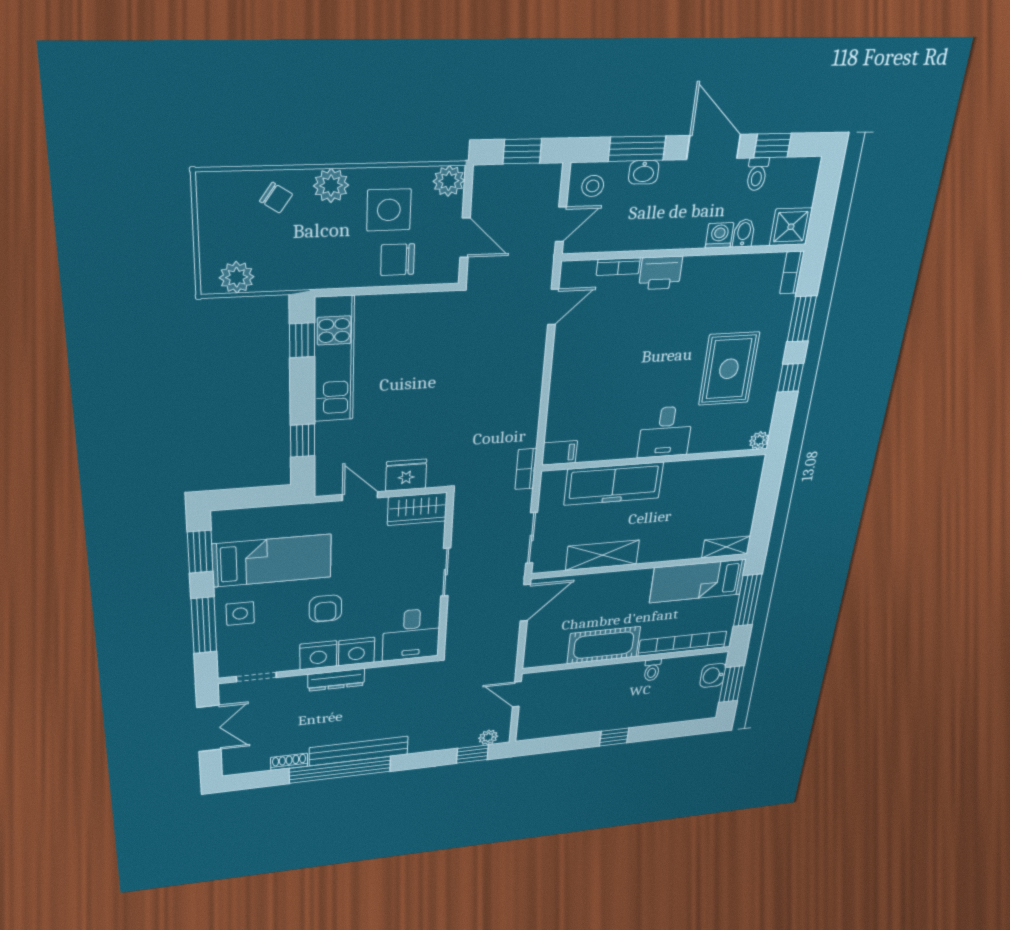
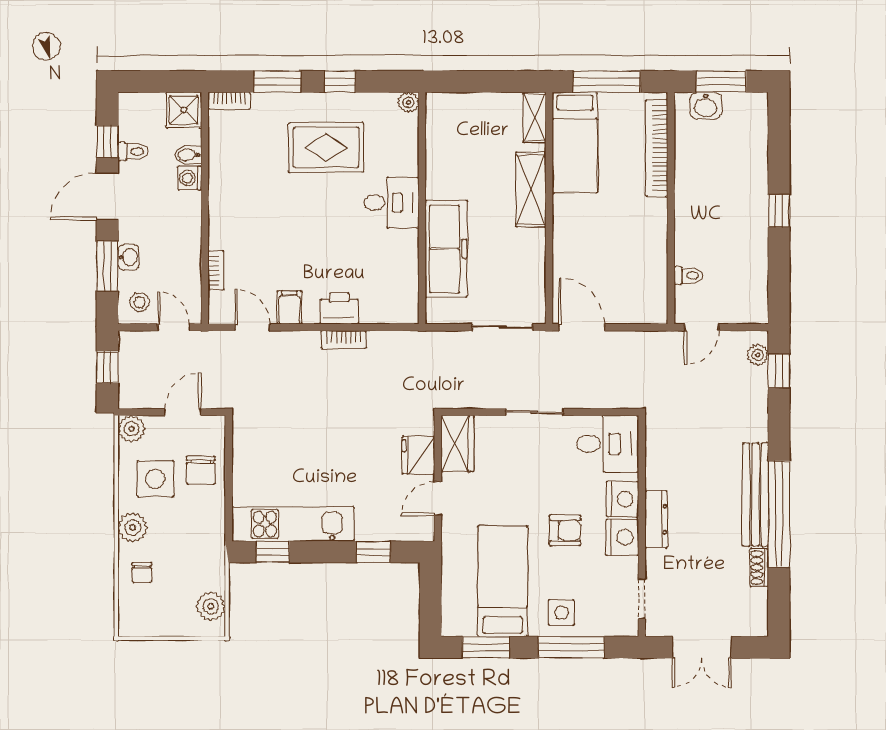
chair: (276, 198) -> (142, 573), turned 146
printer: (661, 273) -> (339, 308), moved, turned -90
filing cabinet: (560, 453) -> (289, 307), moved
bookcase: (526, 469) -> (343, 339), moved
shelving: (602, 555) -> (531, 189), moved
cot: (604, 645) -> (647, 237), removed
toilet: (652, 670) -> (689, 276), moved
double door: (209, 728) -> (702, 647), swing flipped

